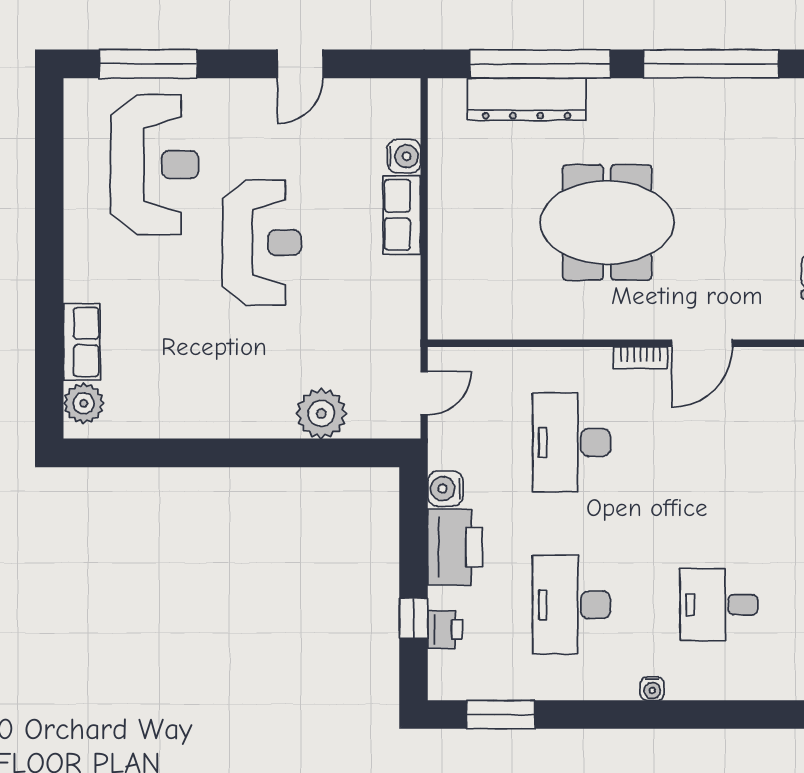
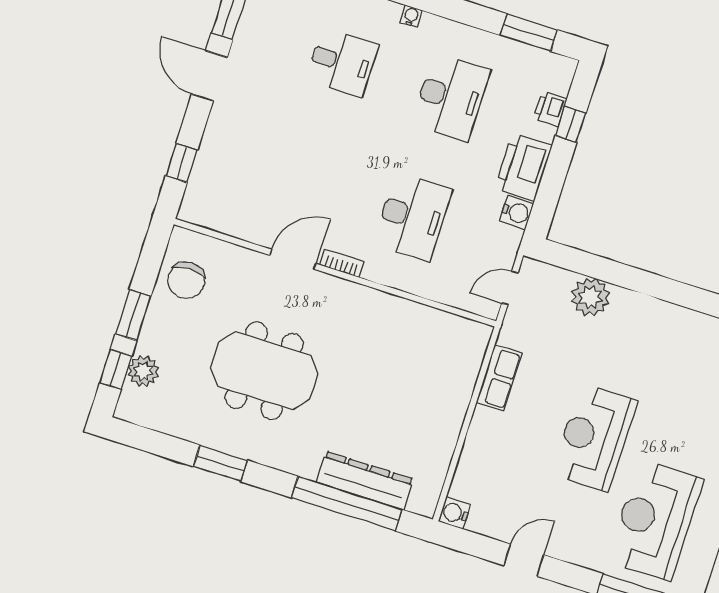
window: (711, 64) -> (220, 463), width x0.47
water cooler: (404, 156) -> (454, 513), moved
row of seats: (402, 215) -> (499, 378), moved
meeting table: (607, 222) -> (264, 371), moved

